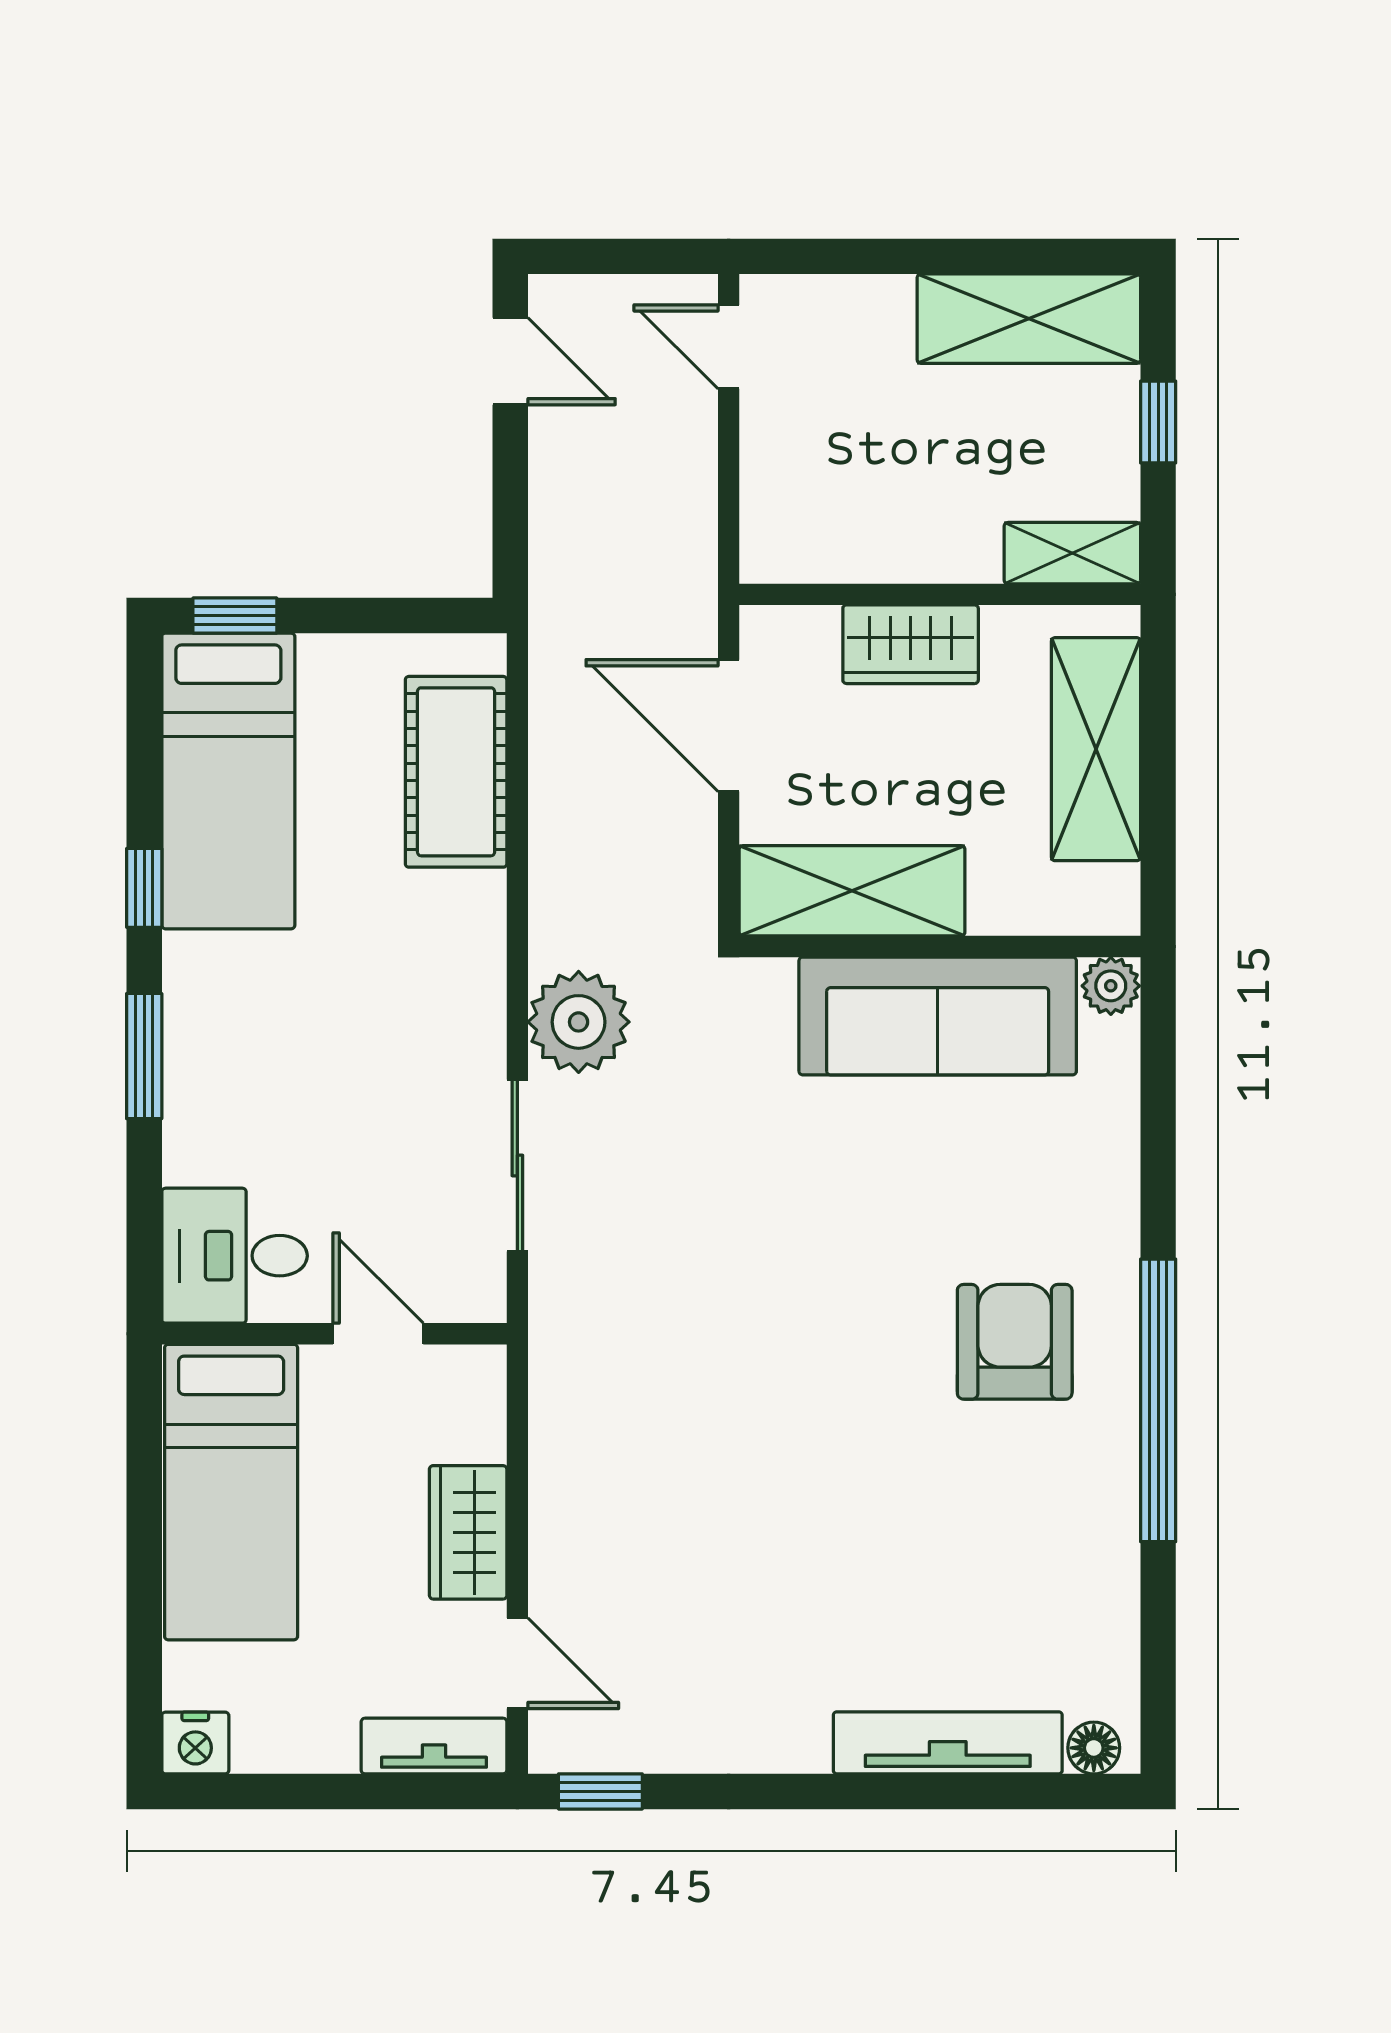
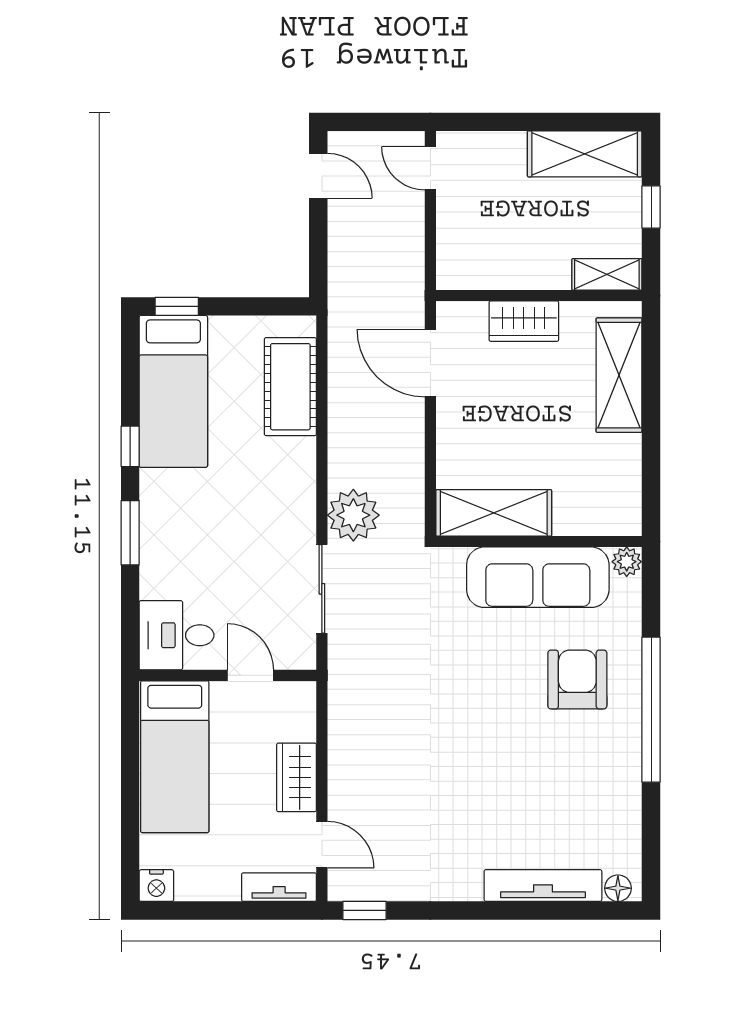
shelving: (852, 891) -> (494, 513), moved
wall: (940, 946) -> (539, 542), moved
plant: (1111, 986) -> (627, 562), moved
sofa: (938, 1016) -> (538, 577), moved

